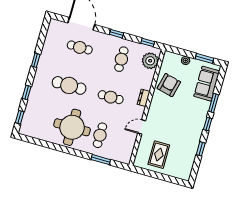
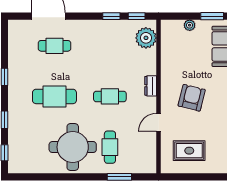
window: (116, 34) -> (111, 16), moved
cafe table: (121, 59) -> (110, 46), removed
armchair: (169, 85) -> (192, 98), moved
rug: (159, 155) -> (189, 151), turned 90

